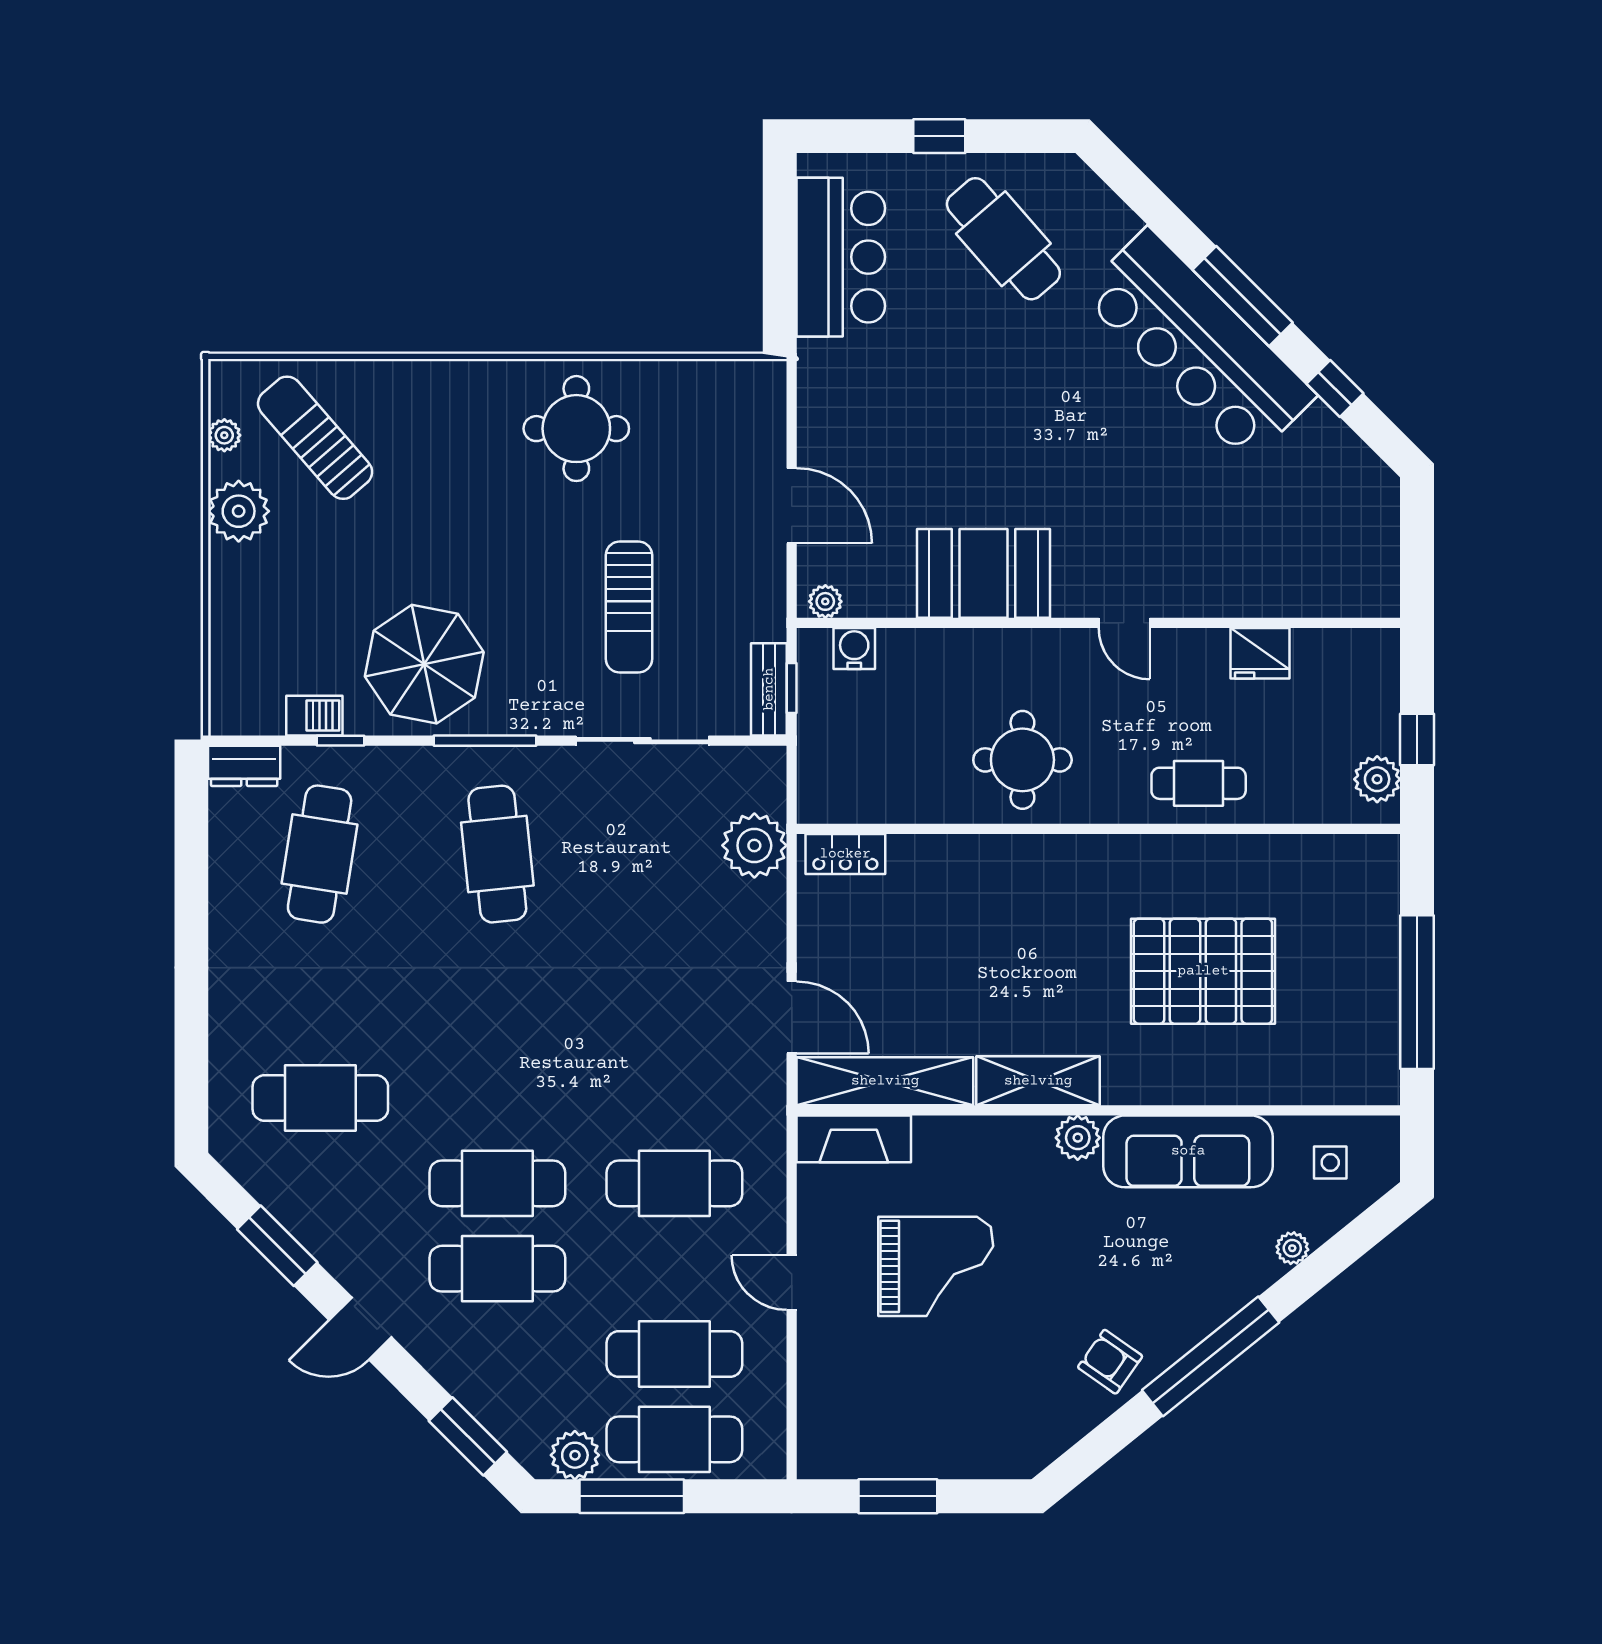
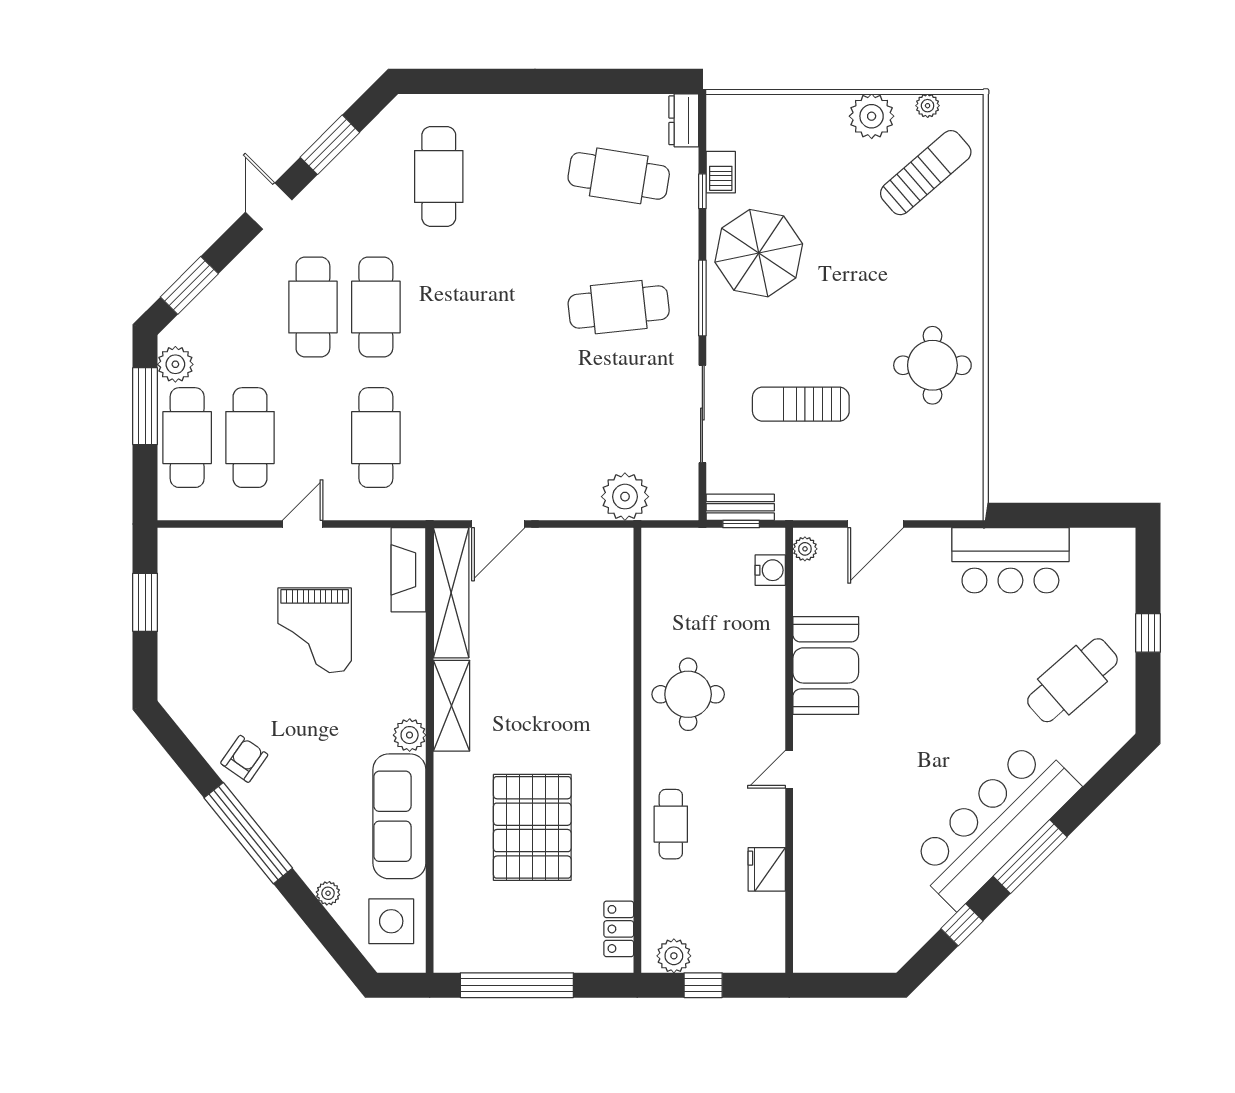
bar counter: (841, 257) -> (1010, 560), moved
locker: (845, 854) -> (619, 929), moved
side table: (1330, 1163) -> (391, 921), width x1.87, depth x1.87

